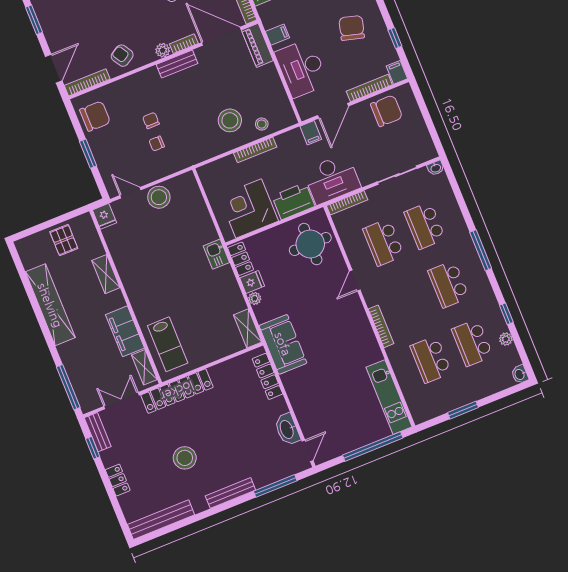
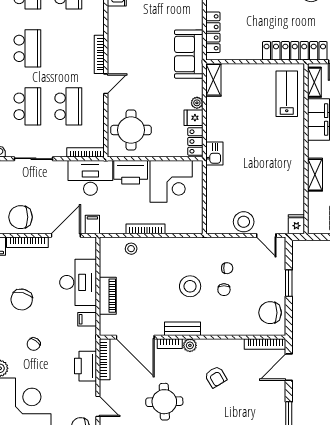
piano: (257, 45) -> (108, 296), moved
armchair: (122, 56) -> (216, 377), moved
stool: (230, 120) -> (190, 286), moved
bookcase: (381, 326) -> (99, 54), moved

